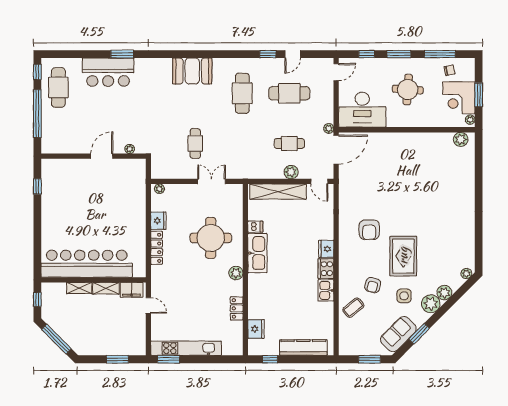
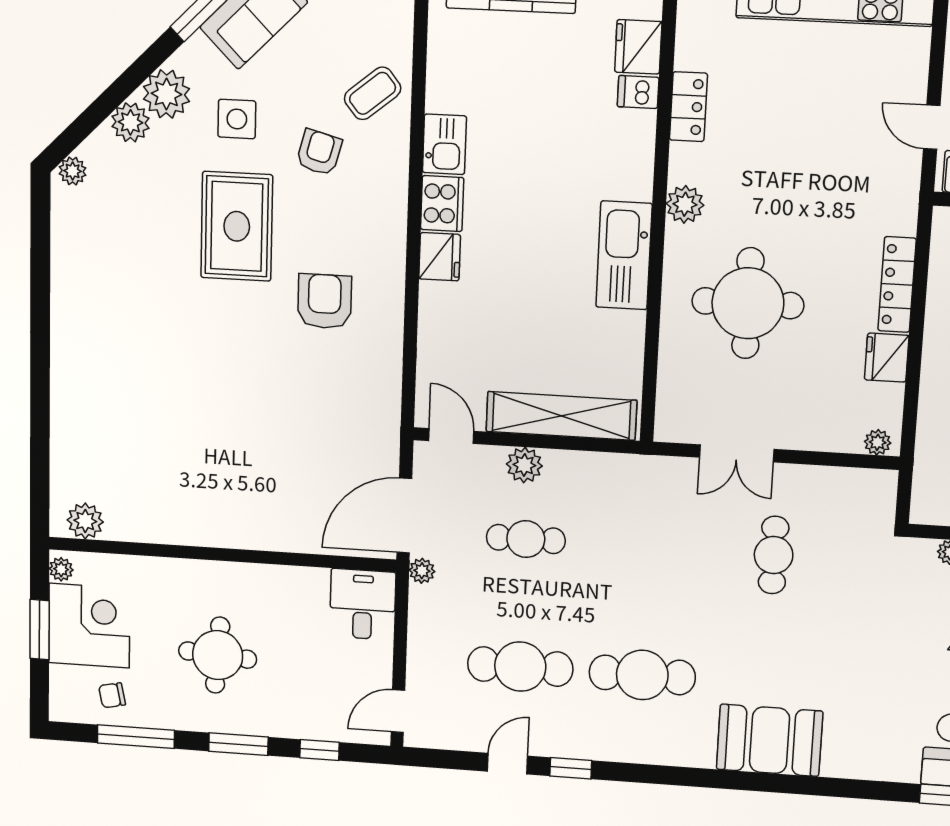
cafe table: (242, 93) -> (642, 675), turned 90
desk: (362, 110) -> (363, 604), width x0.53, depth x0.77
dishwasher: (255, 227) -> (638, 92), moved

